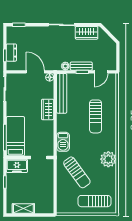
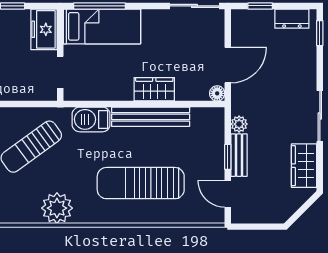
dresser: (11, 53) -> (292, 19), moved
bench: (62, 93) -> (151, 117), moved
sun lounger: (96, 116) -> (141, 183), width x1.36, depth x1.34

